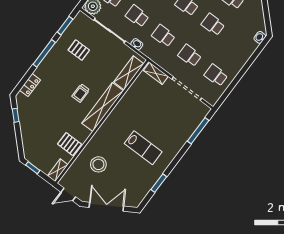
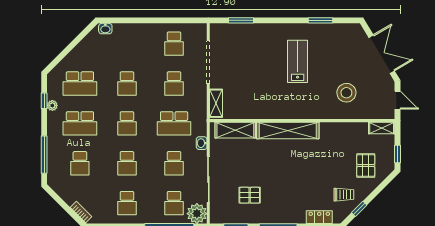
school desk: (163, 36) -> (174, 123), width x1.85
pallet: (79, 50) -> (250, 195), turned 90
trolley: (81, 93) -> (344, 195), moved
window: (198, 131) -> (241, 20), width x0.69
pallet: (70, 144) -> (366, 165), moved
double door: (106, 207) -> (382, 54), swing flipped

